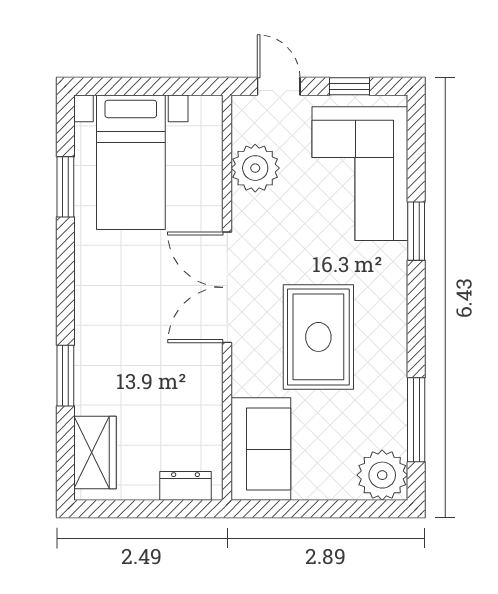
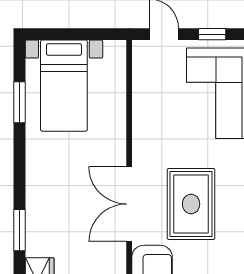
plant: (255, 168) -> (148, 90), removed
double door: (227, 287) -> (129, 204), moved

